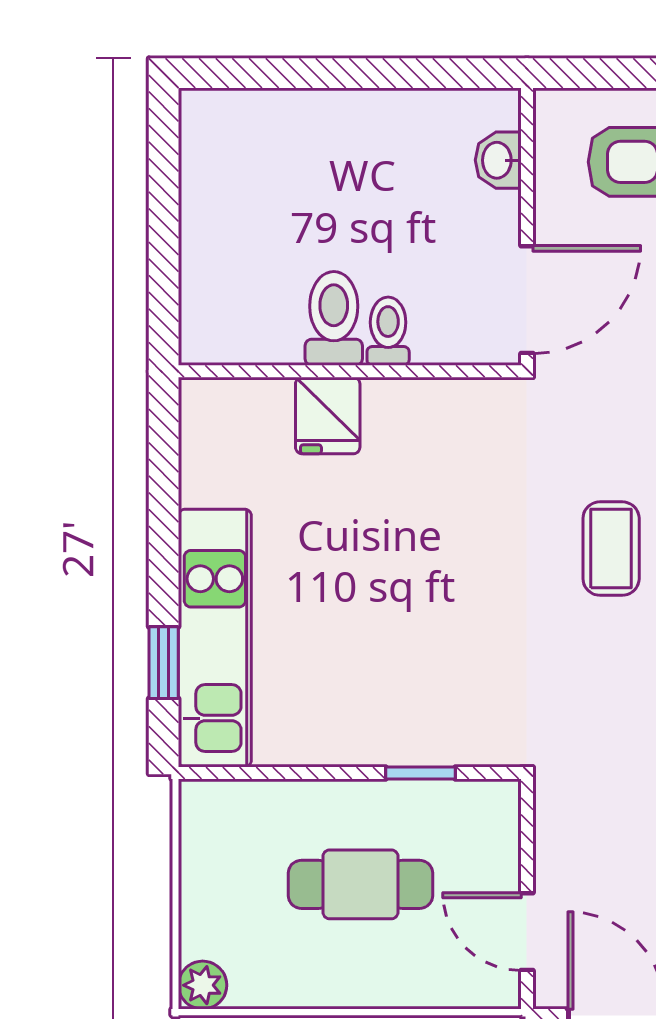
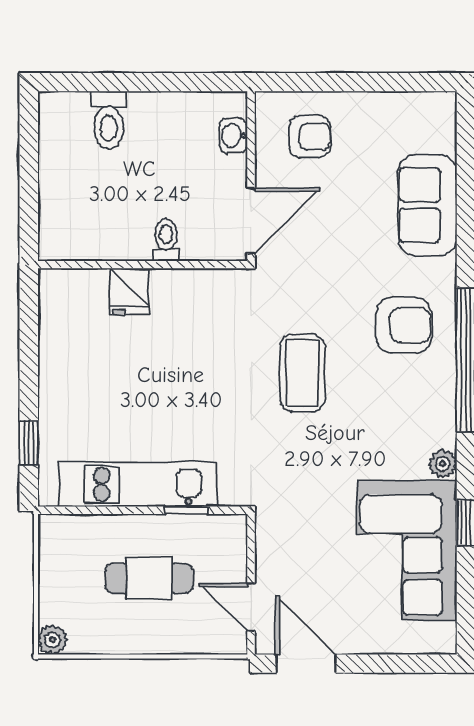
toilet: (334, 318) -> (109, 120), moved, turned 180
coffee table: (611, 549) -> (302, 373), width x1.36, depth x1.30
kitchen unit: (215, 638) -> (138, 484), moved, turned -90

